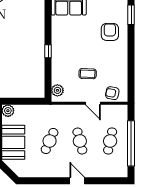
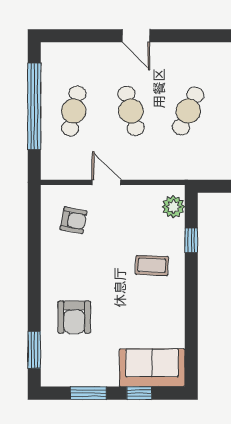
window: (48, 51) -> (191, 240), moved
coffee table: (88, 74) -> (152, 265), moved
armchair: (112, 93) -> (74, 220), moved

